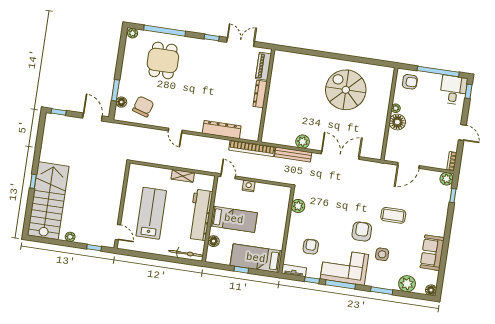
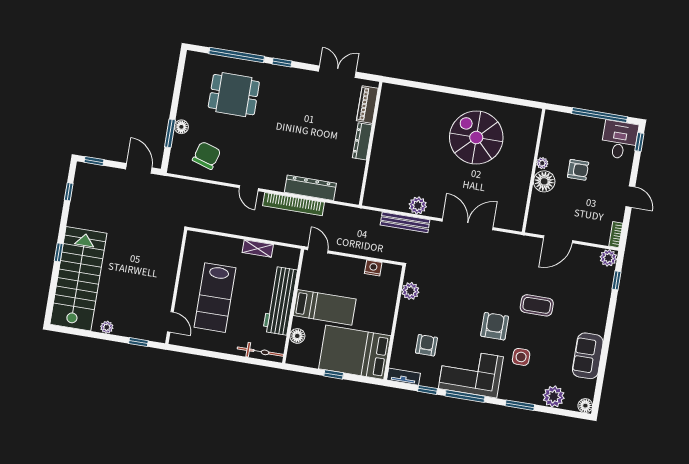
plant: (133, 33) -> (194, 58), removed
window: (212, 38) -> (282, 63), moved
dining table: (163, 60) -> (234, 95), turned 90
armchair: (410, 82) -> (578, 170), moved
floor lamp: (121, 102) -> (181, 127), moved
window: (40, 135) -> (69, 192), added
bookcase: (252, 148) -> (294, 204), moved
nightstand: (249, 186) -> (373, 268), moved
lab bench: (151, 213) -> (215, 298), turned 180
bed: (256, 258) -> (355, 352), width x1.50

